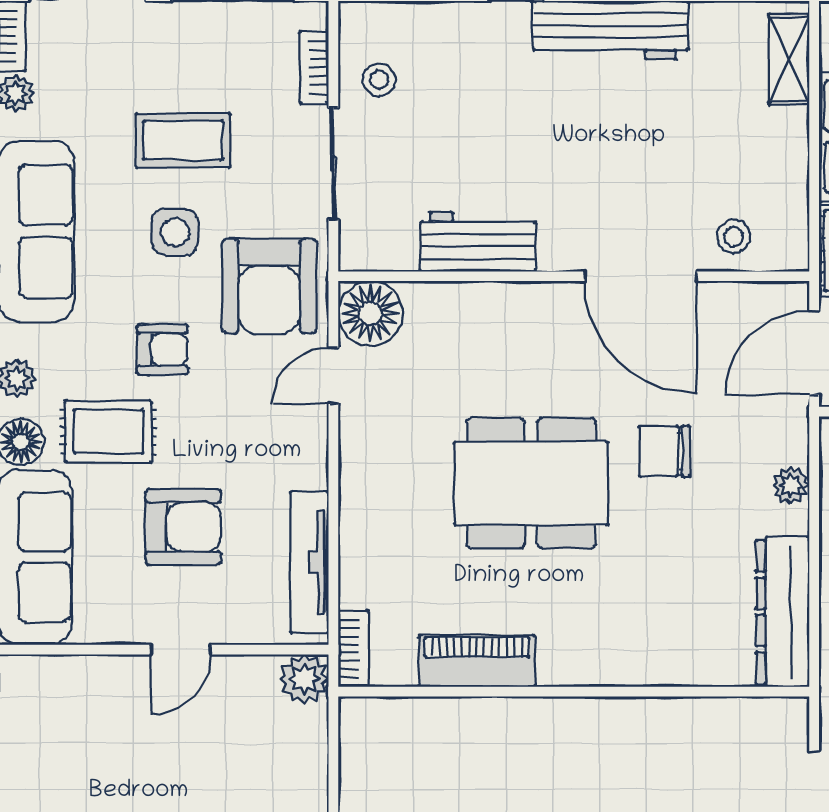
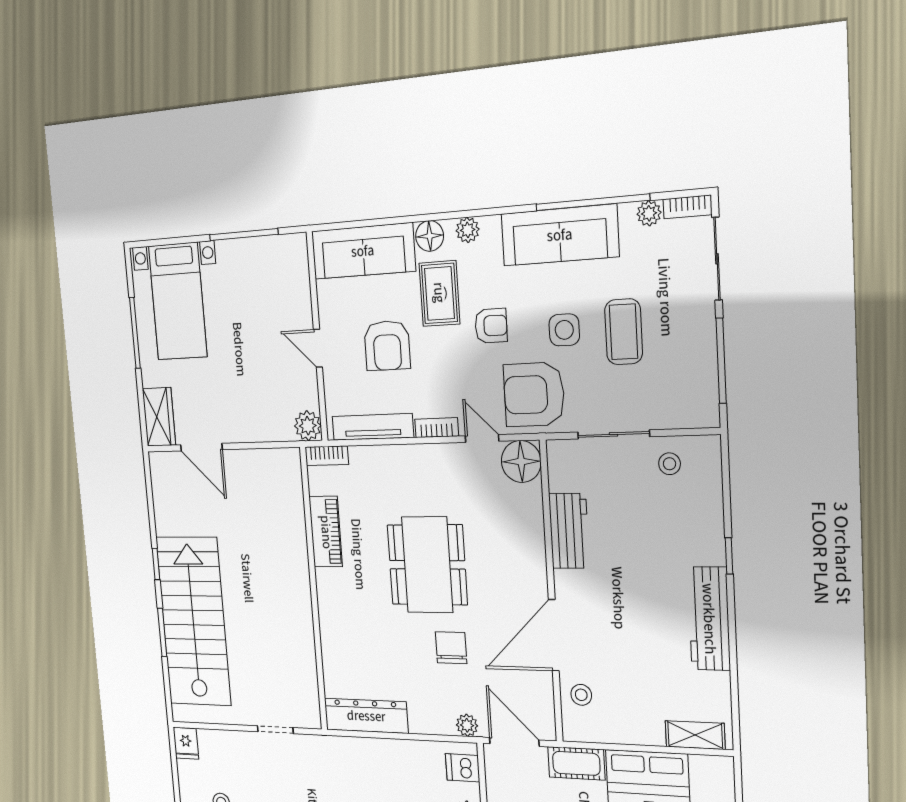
bookcase: (314, 67) -> (437, 428), moved
armchair: (162, 349) -> (491, 326), turned -90
plant: (791, 485) -> (467, 725), moved

